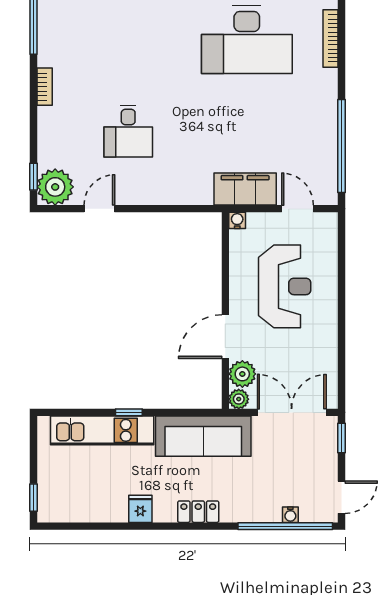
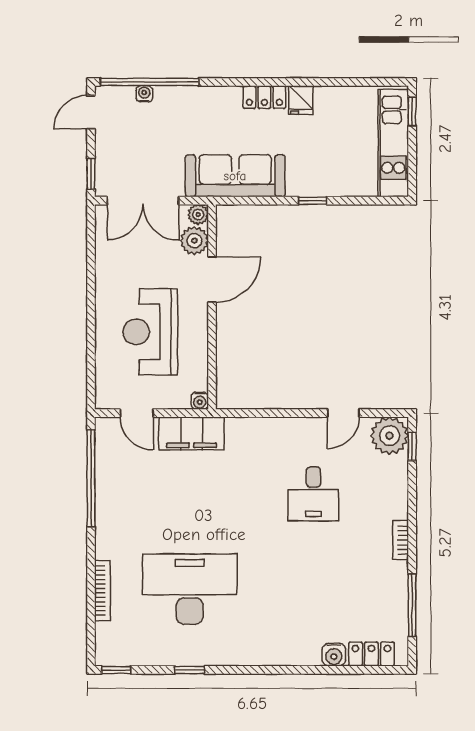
desk: (128, 131) -> (313, 494), turned 180
kitchen unit: (102, 430) -> (393, 143), moved, turned -90
locker: (198, 512) -> (264, 97), moved

